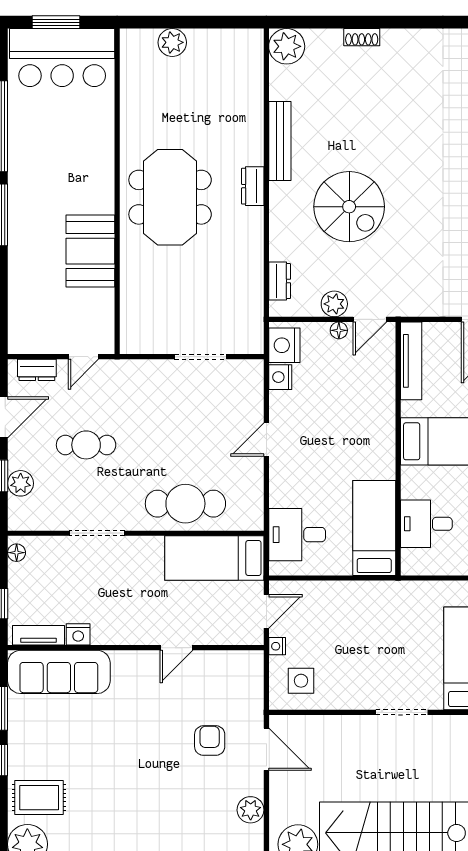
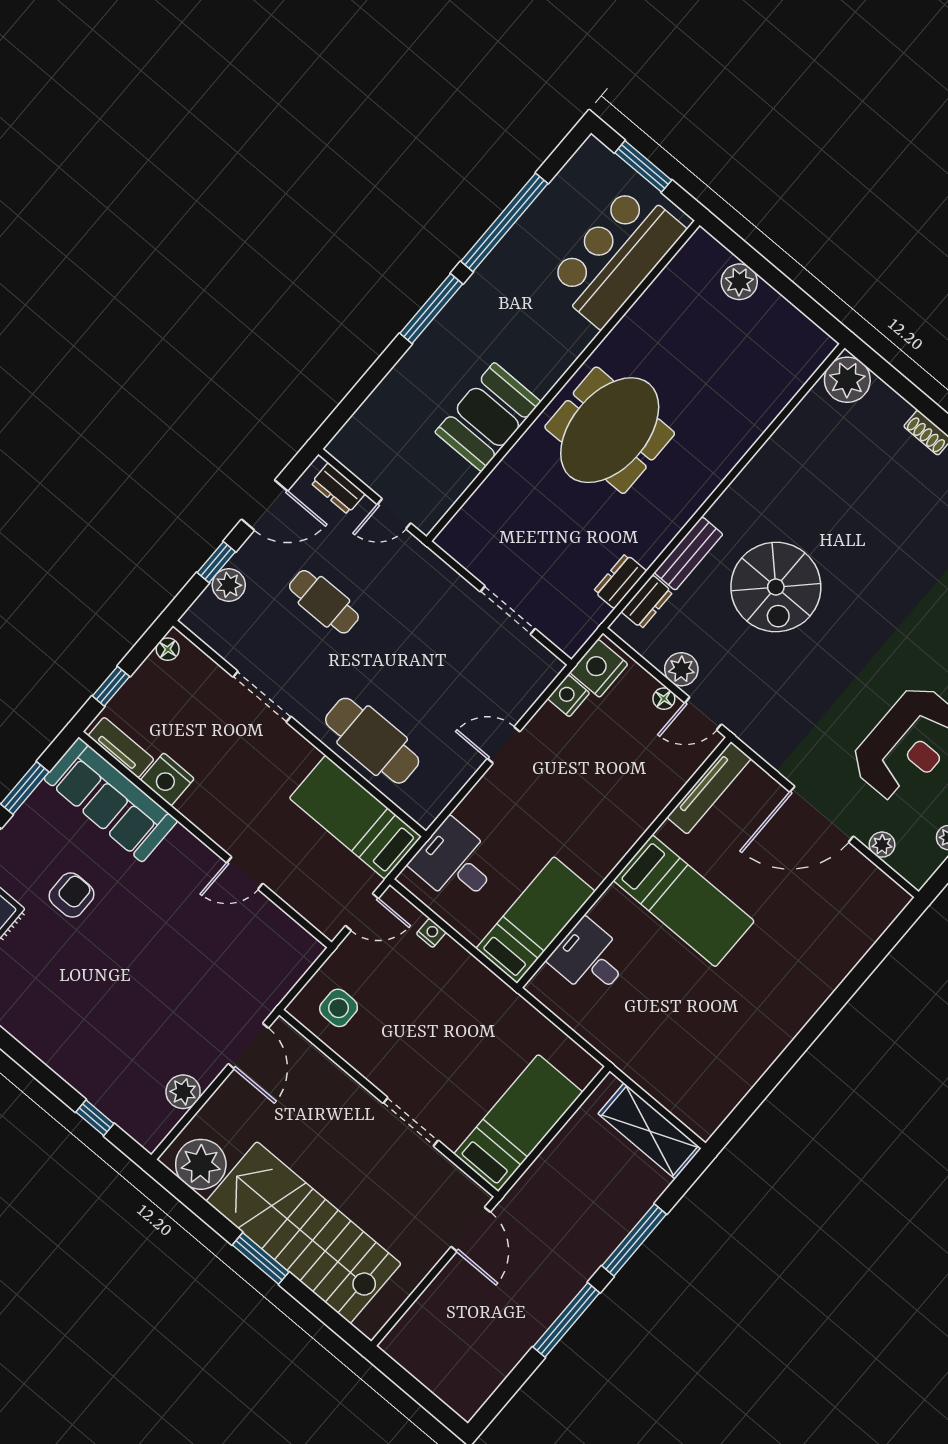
bar counter: (62, 58) -> (616, 256), moved, turned 90
bench: (280, 141) -> (689, 553), moved, width x0.73
dresser: (253, 186) -> (620, 581), moved
nightstand: (78, 634) -> (167, 779), width x1.36, depth x1.33
nightstand: (277, 646) -> (431, 933), moved, turned 90
armchair: (210, 741) -> (72, 895), moved

